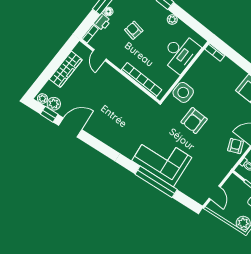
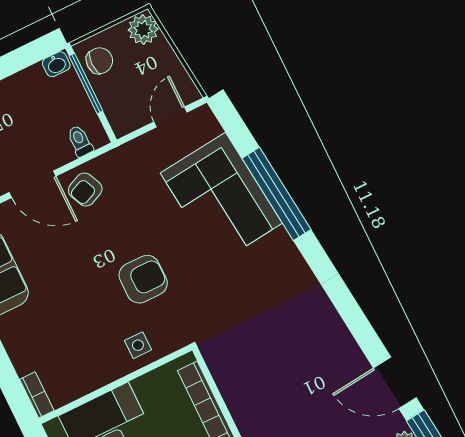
side table: (183, 92) -> (138, 345), width x0.54, depth x0.54
corner sofa: (162, 159) -> (221, 198), moved

